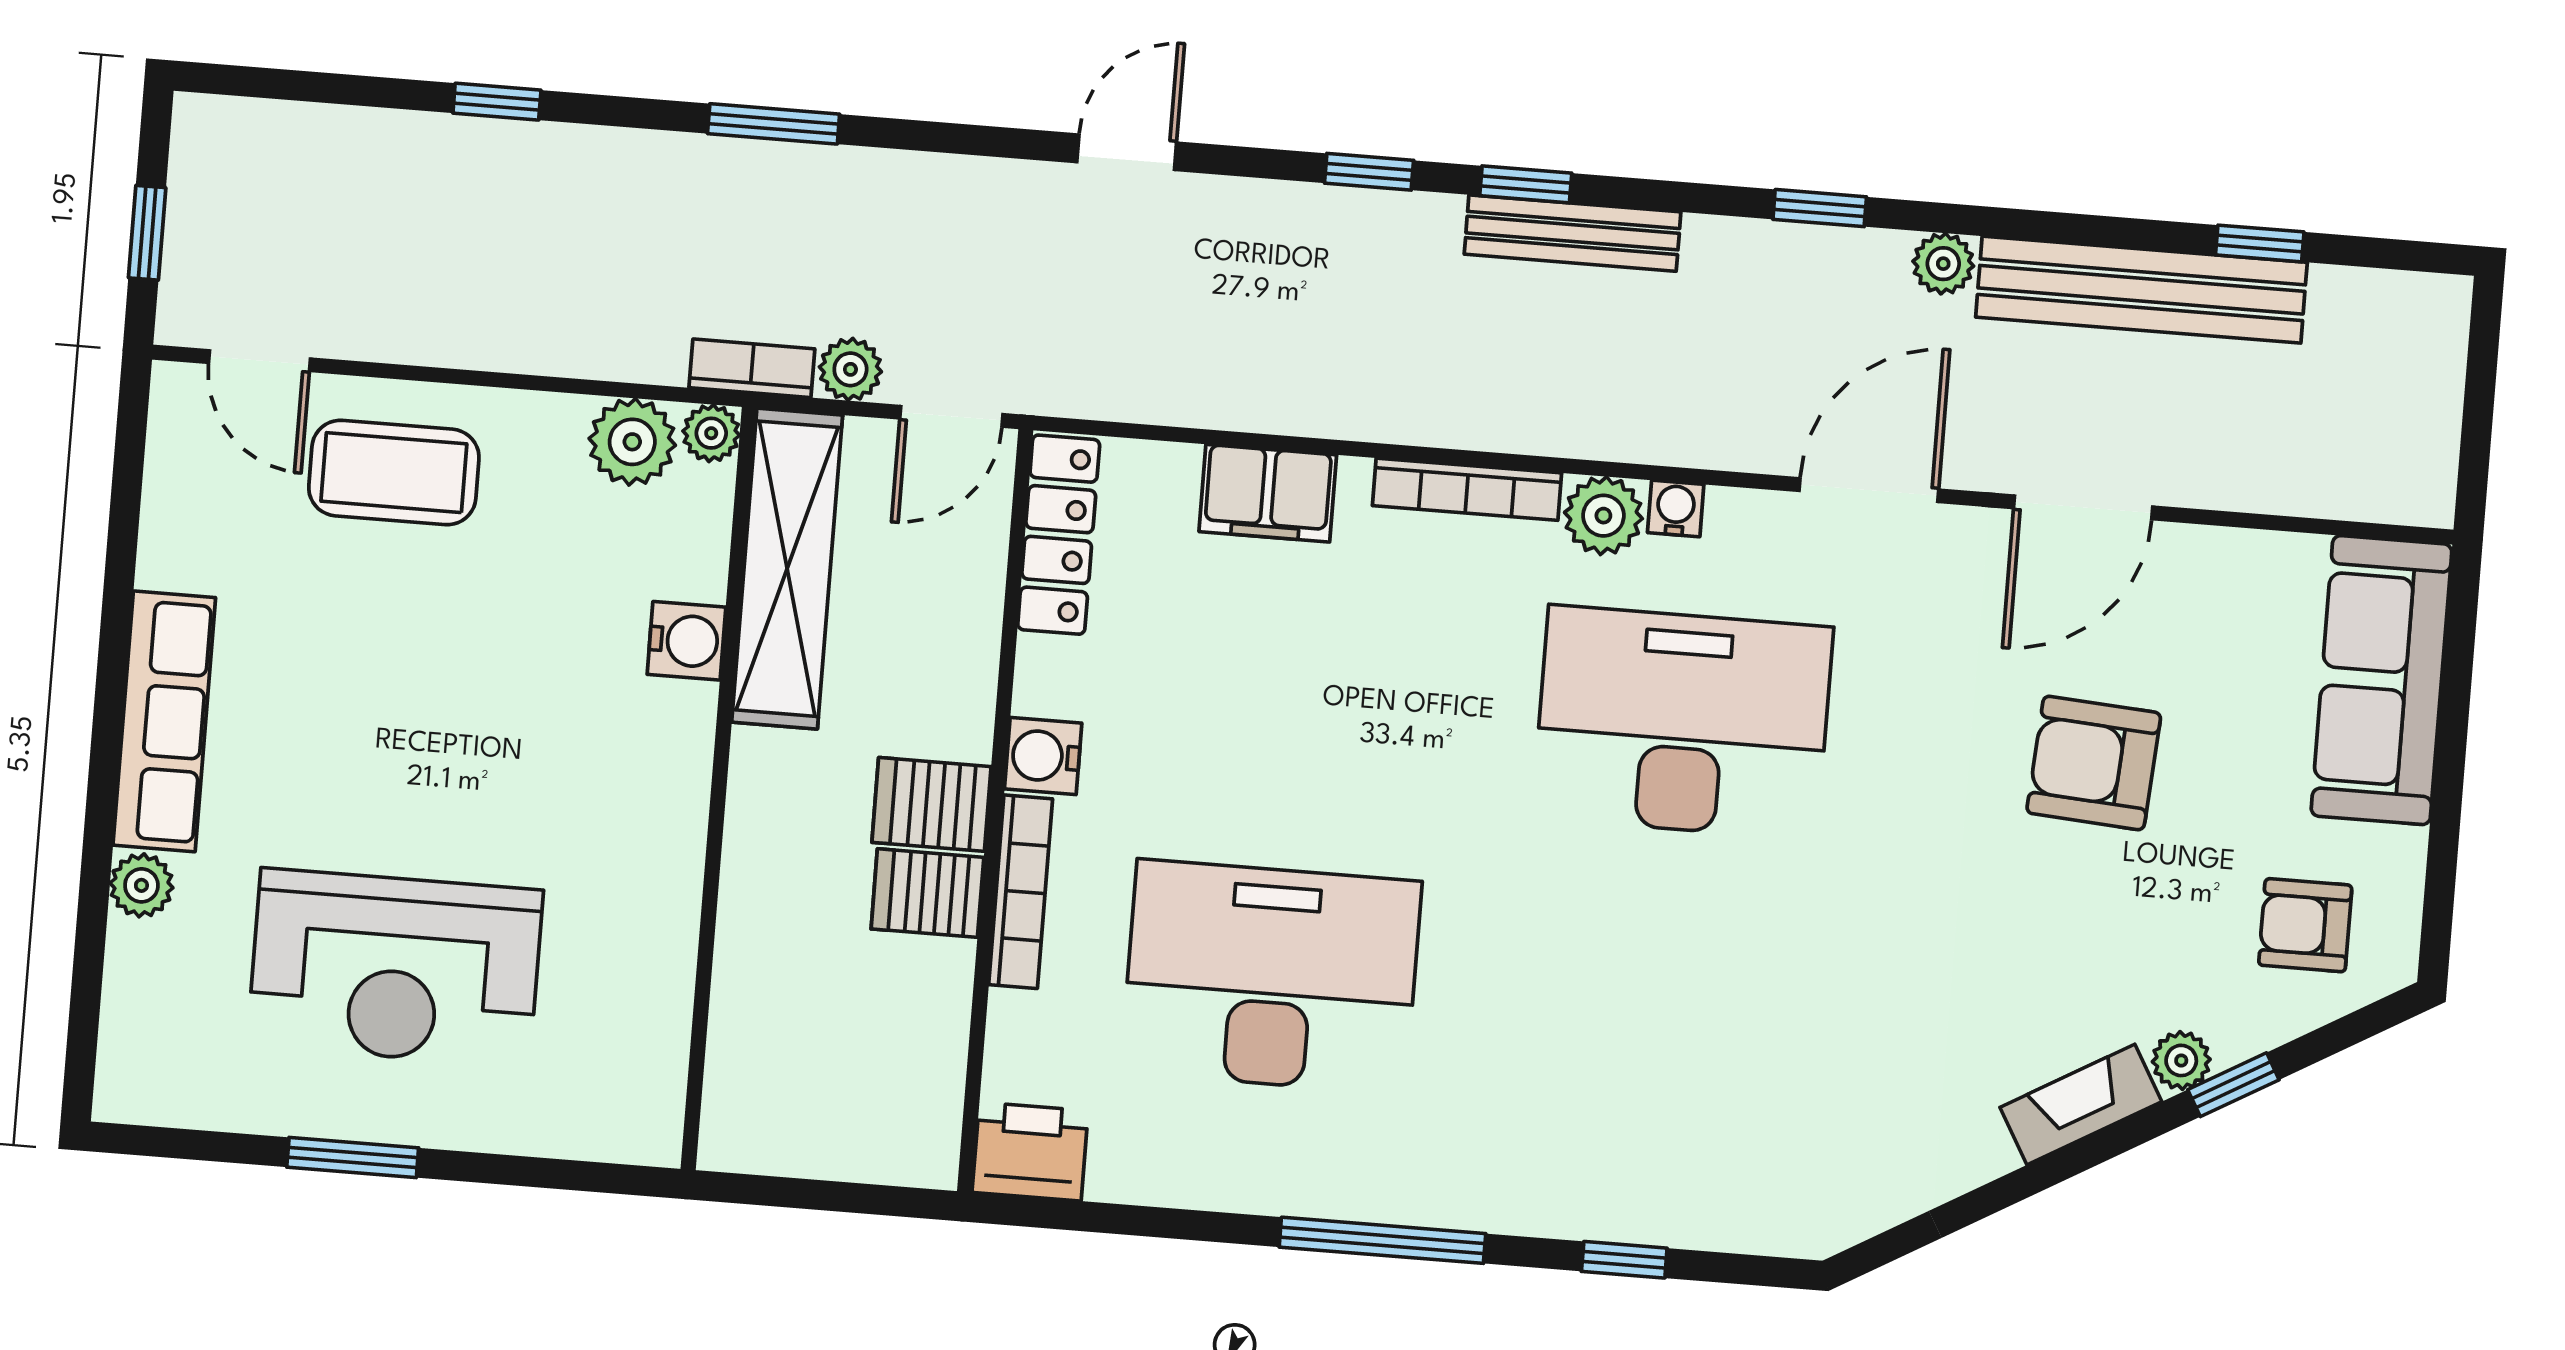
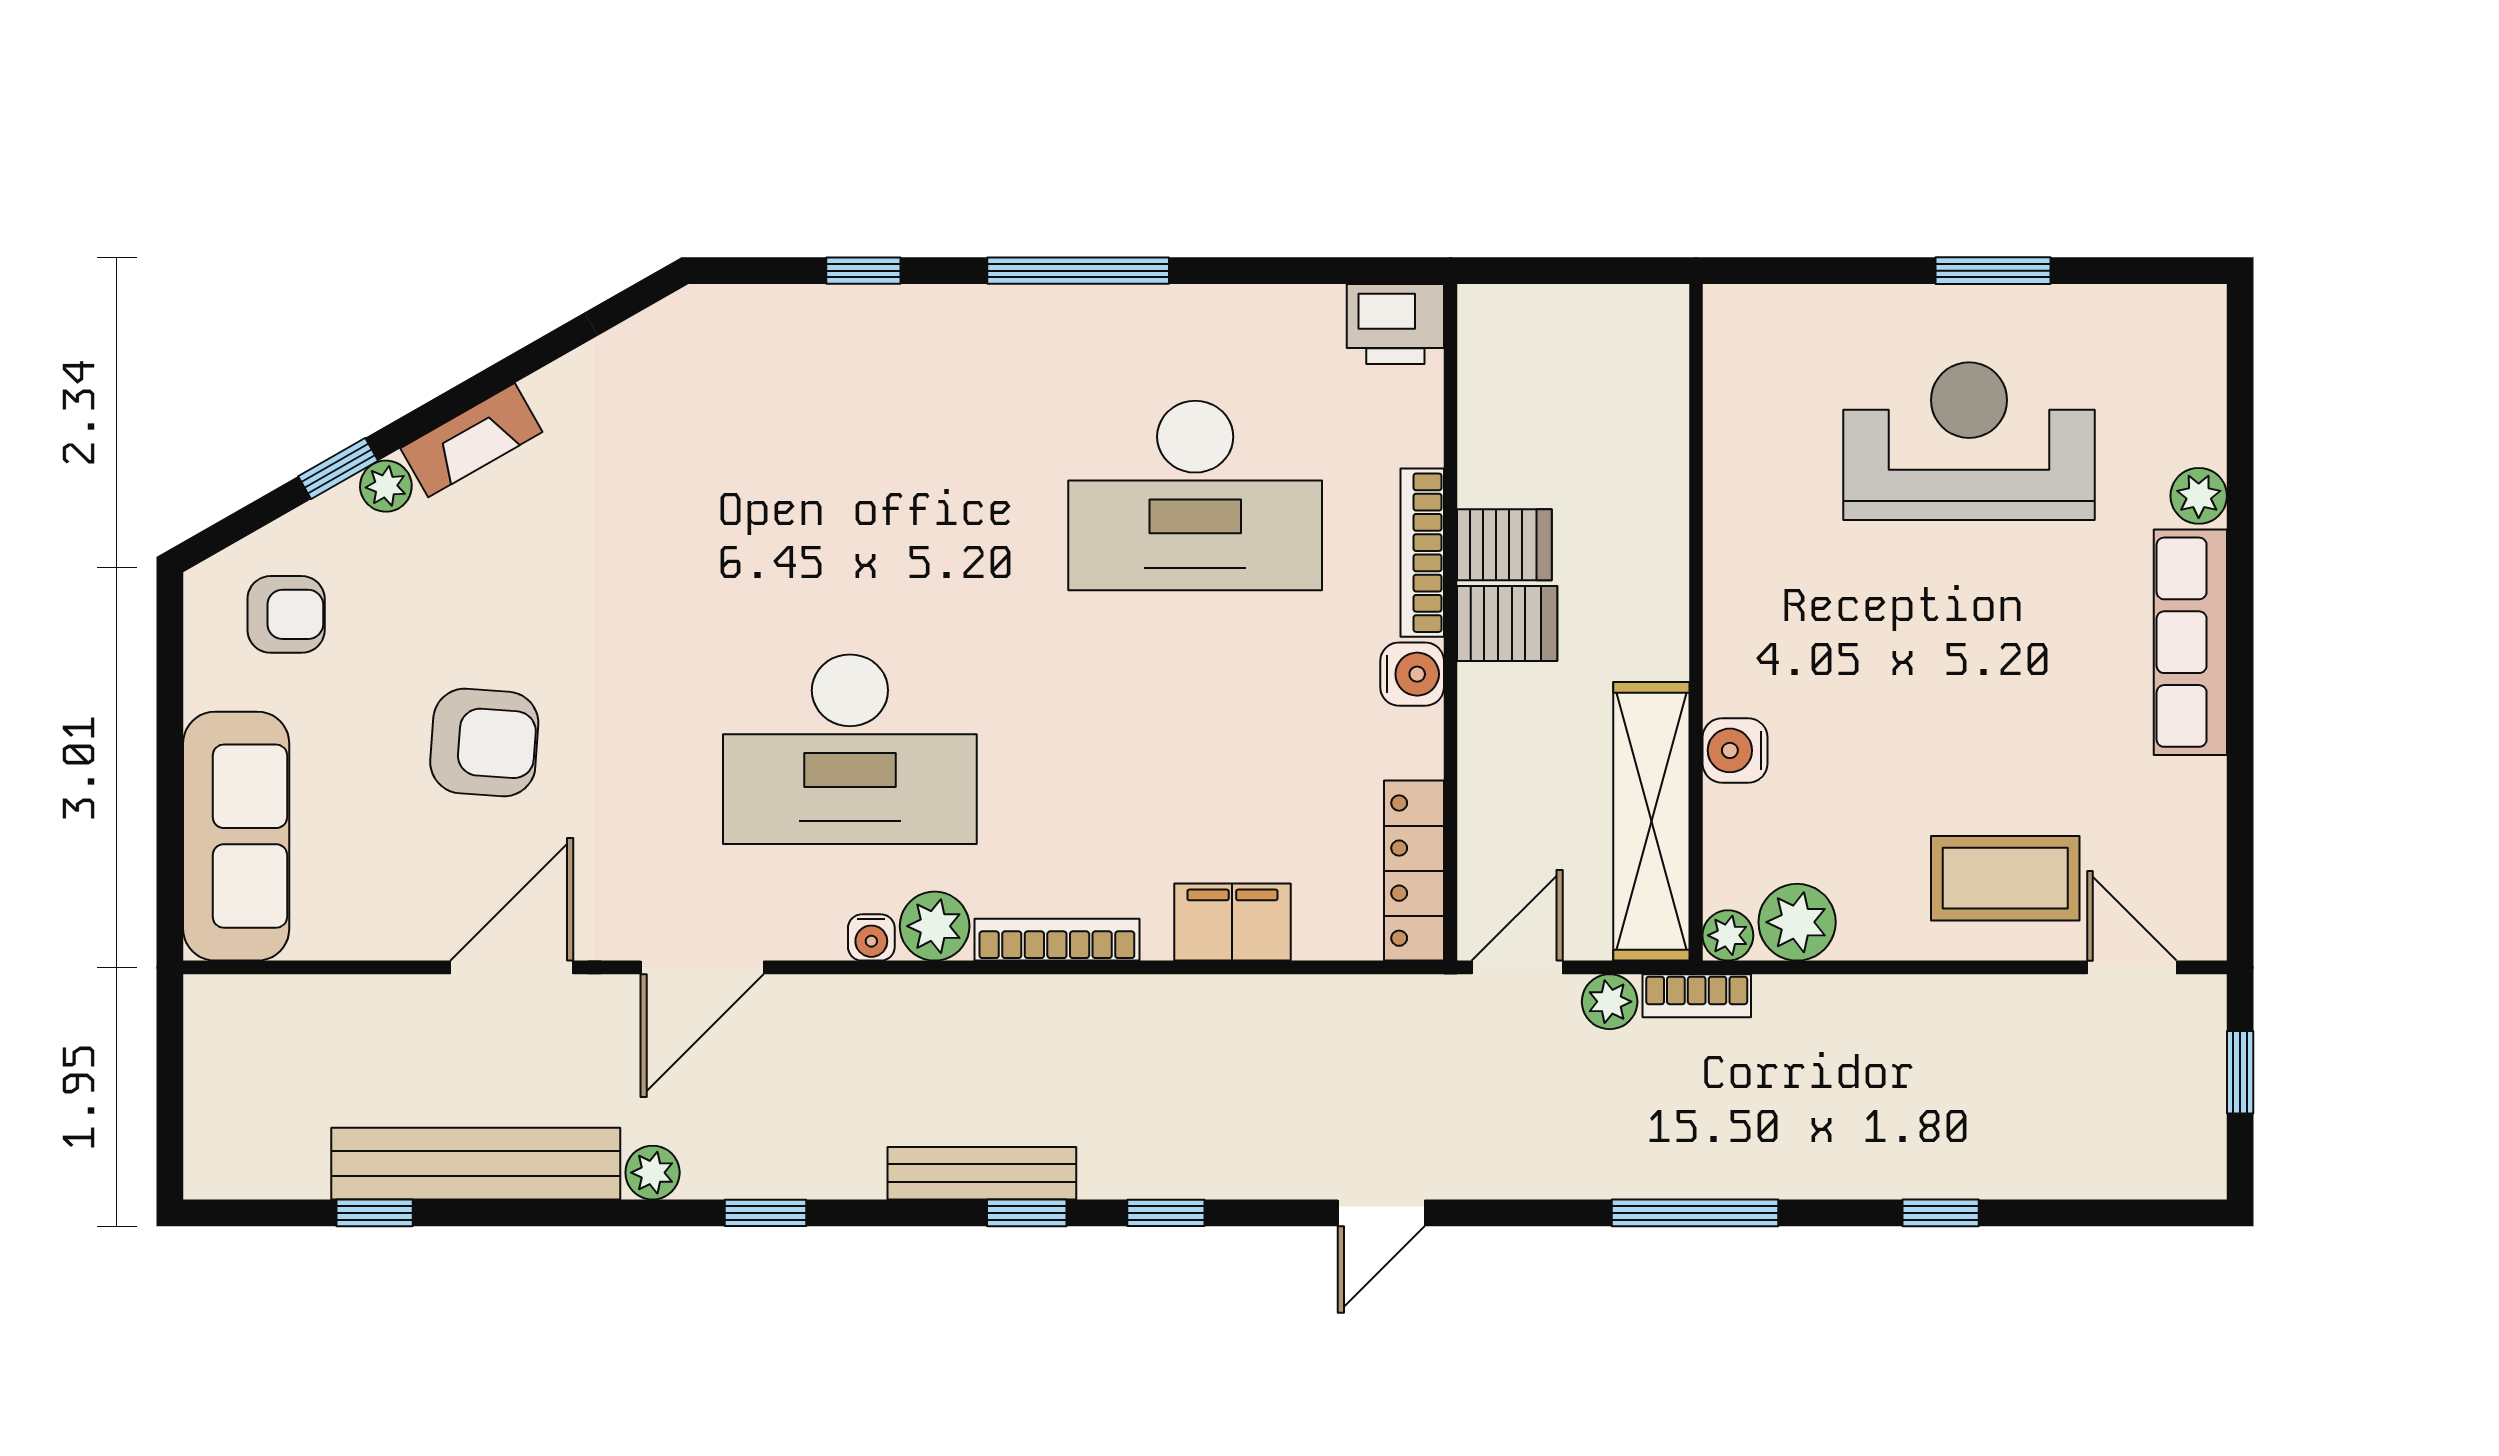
window: (774, 124) -> (1695, 1213), width x1.44

